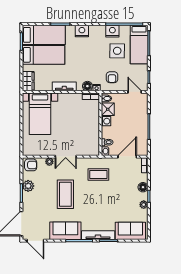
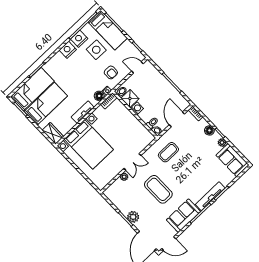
nightstand: (82, 31) -> (68, 50), moved
bed with nightstands: (40, 114) -> (89, 144), width x1.36
armchair: (31, 165) -> (113, 192), removed
plant: (28, 186) -> (133, 217), moved
sofa: (130, 231) -> (233, 160), moved, turned -90

